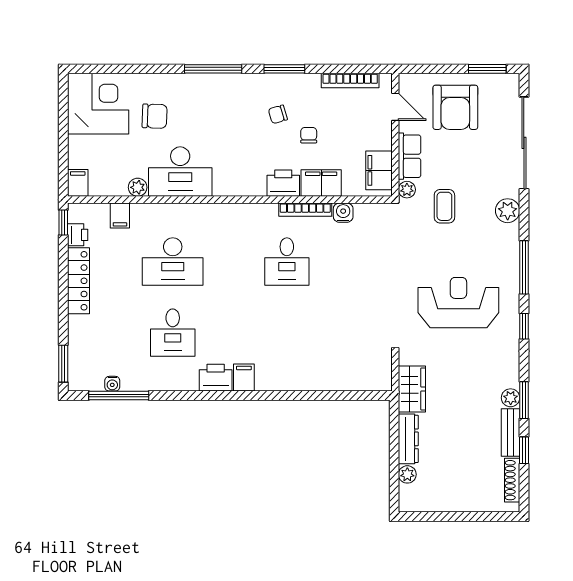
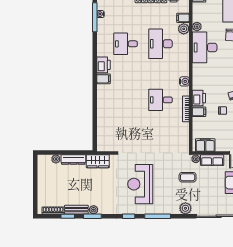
filing cabinet: (321, 183) -> (199, 112), width x0.50
water cooler: (343, 213) -> (184, 81), moved
plant: (142, 214) -> (184, 29), added
reception desk: (458, 303) -> (140, 184), turned 180

